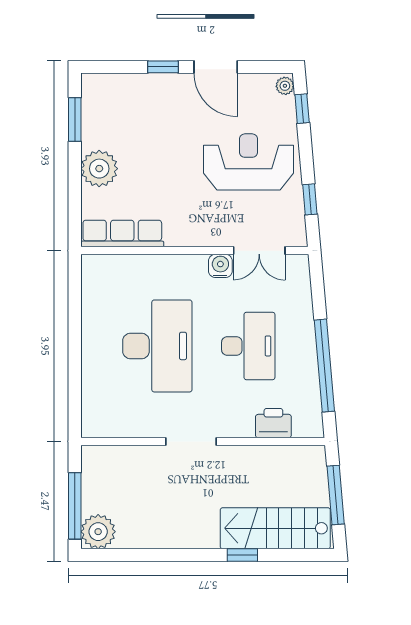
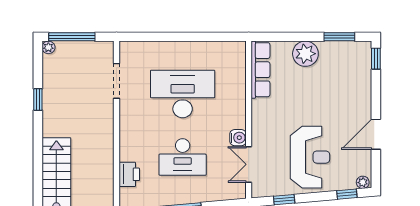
window: (163, 67) -> (376, 59), moved
desk: (157, 346) -> (183, 94), turned 180
doorway: (191, 441) -> (116, 81), moved
plant: (98, 532) -> (48, 47), width x0.53, depth x0.53
window: (242, 555) -> (38, 99), moved

